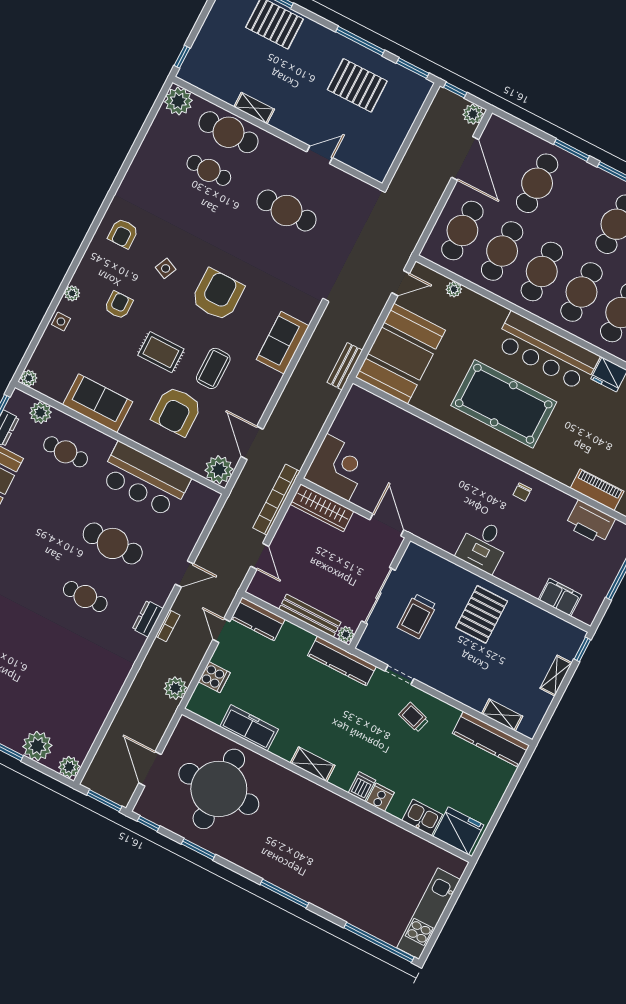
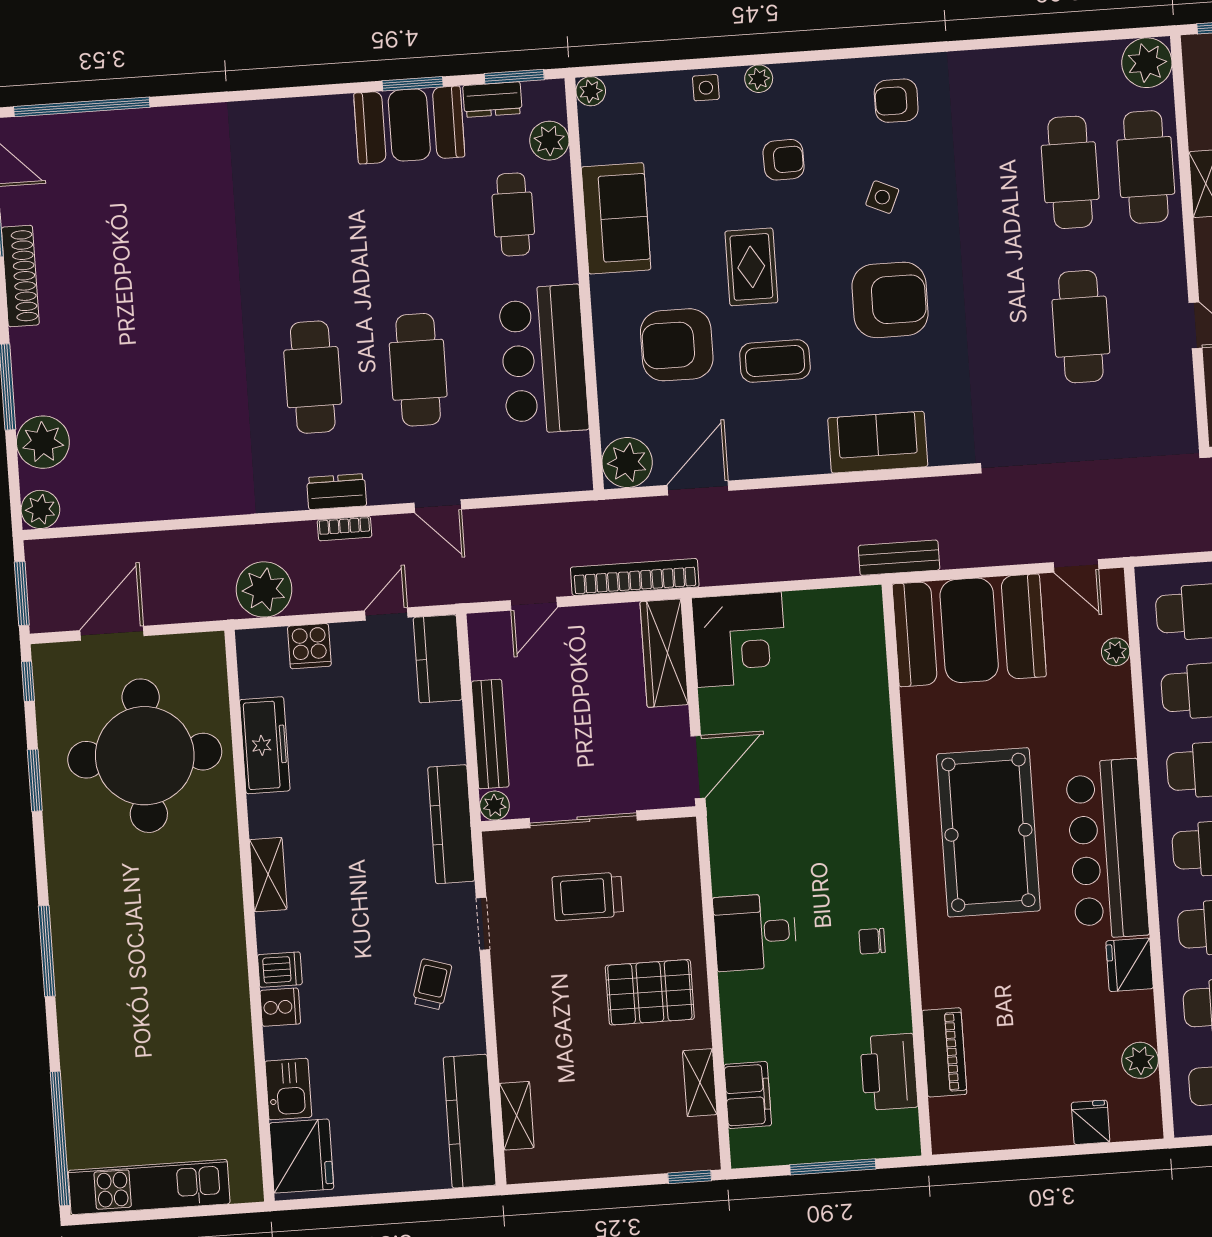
cafe table: (209, 170) -> (1070, 172), width x1.37, depth x1.35
cafe table: (85, 597) -> (313, 377), width x1.37, depth x1.35
shelving: (556, 676) -> (700, 1083), moved, turned 90
plant: (175, 688) -> (264, 589), width x1.36, depth x1.36

